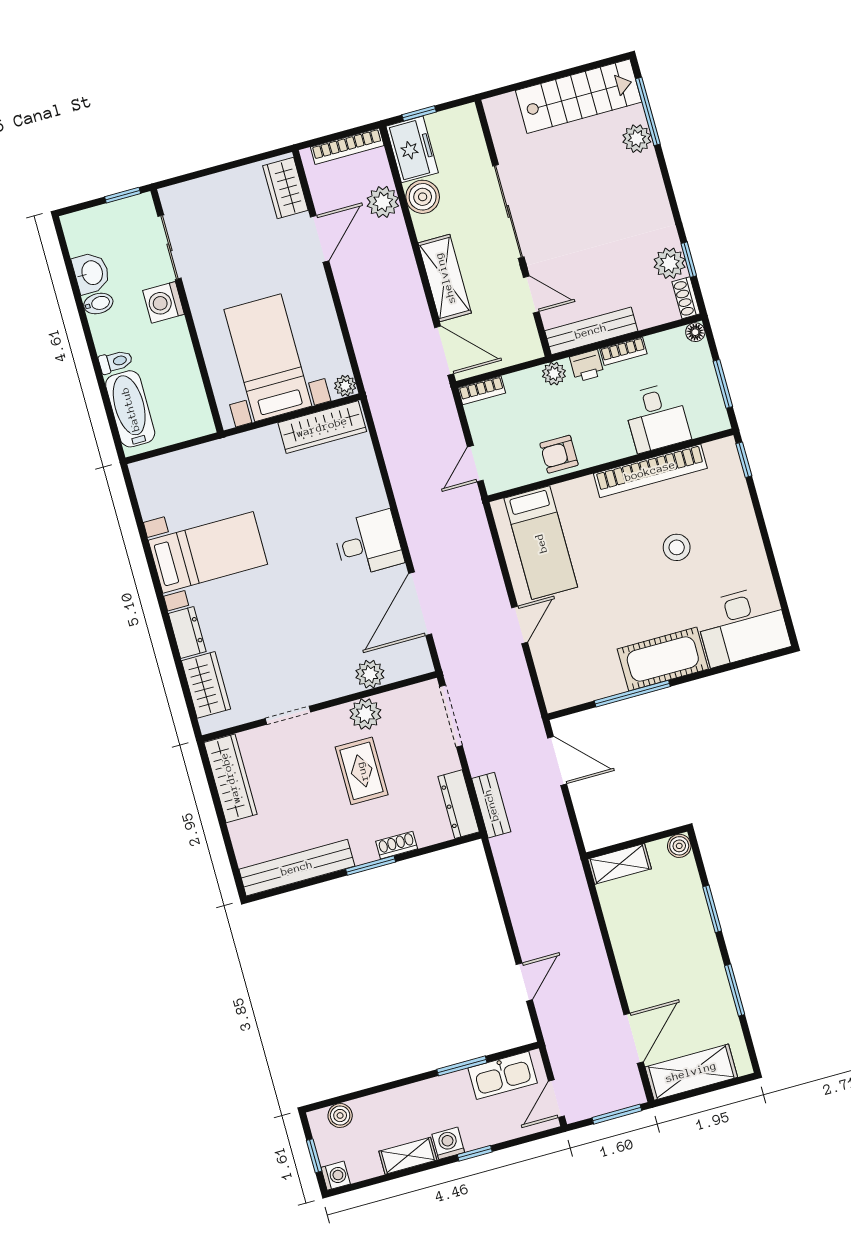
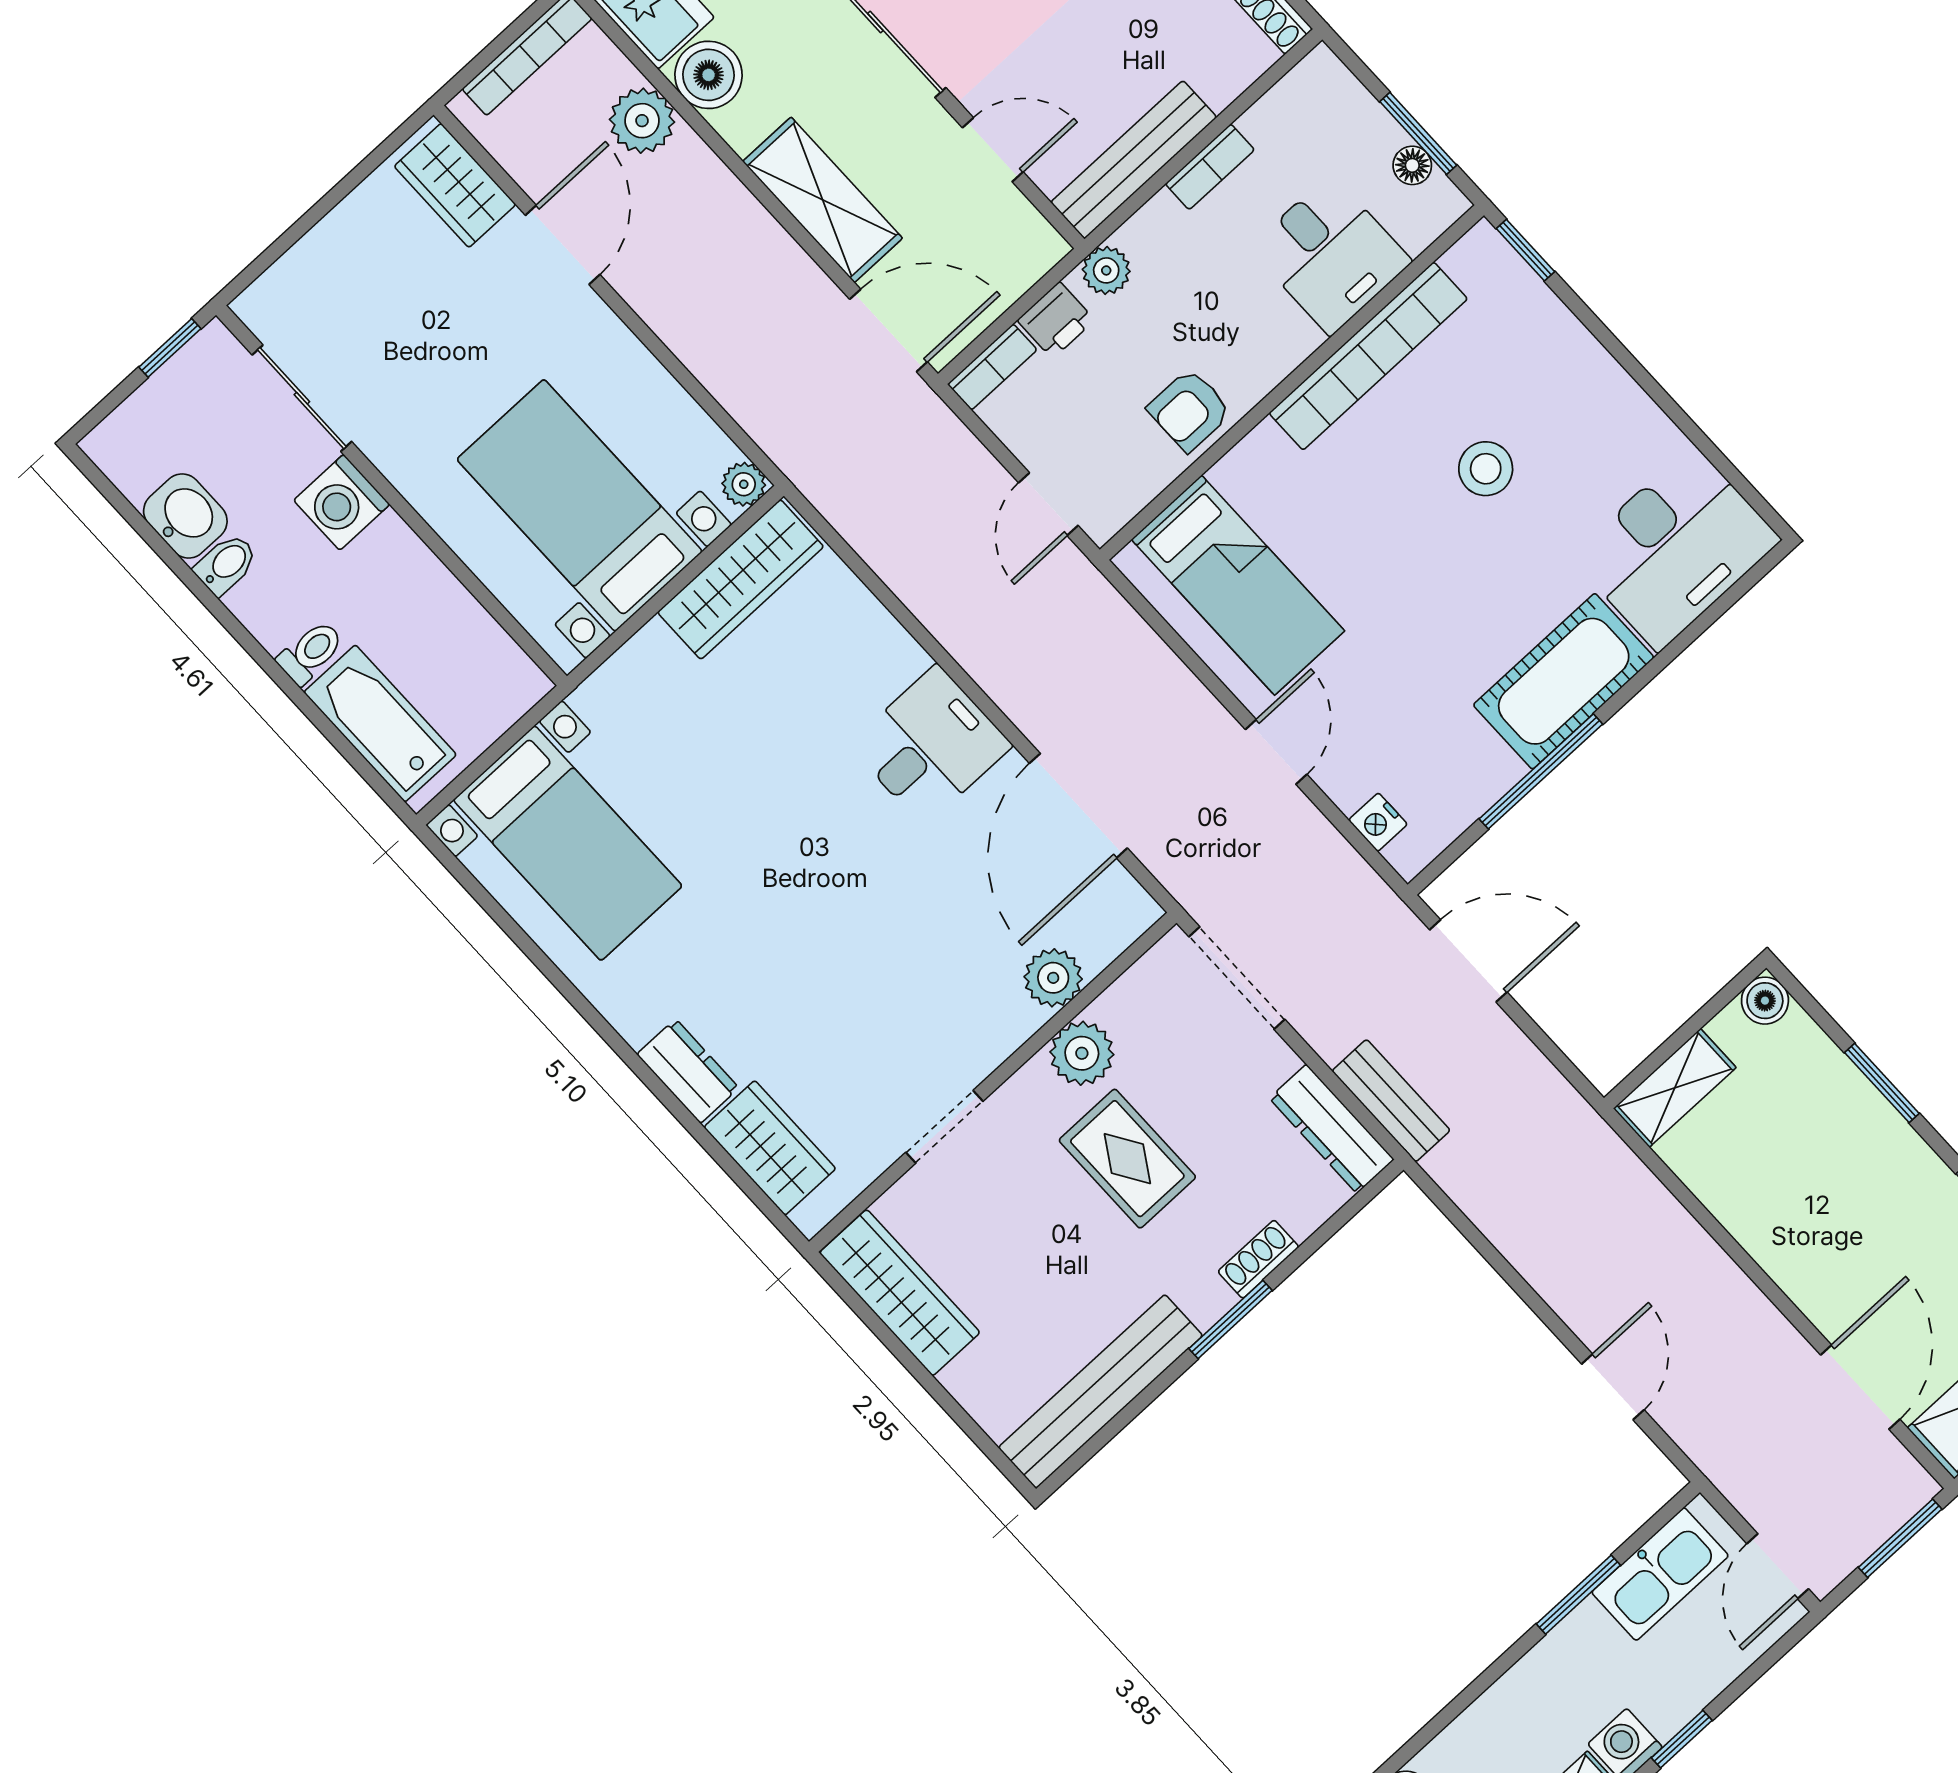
floor lamp: (695, 332) -> (1412, 165), moved
printer: (587, 366) -> (1056, 320), moved
bed with nightstands: (208, 552) -> (568, 843), moved, turned 90
nightstand: (549, 679) -> (1378, 822), added

